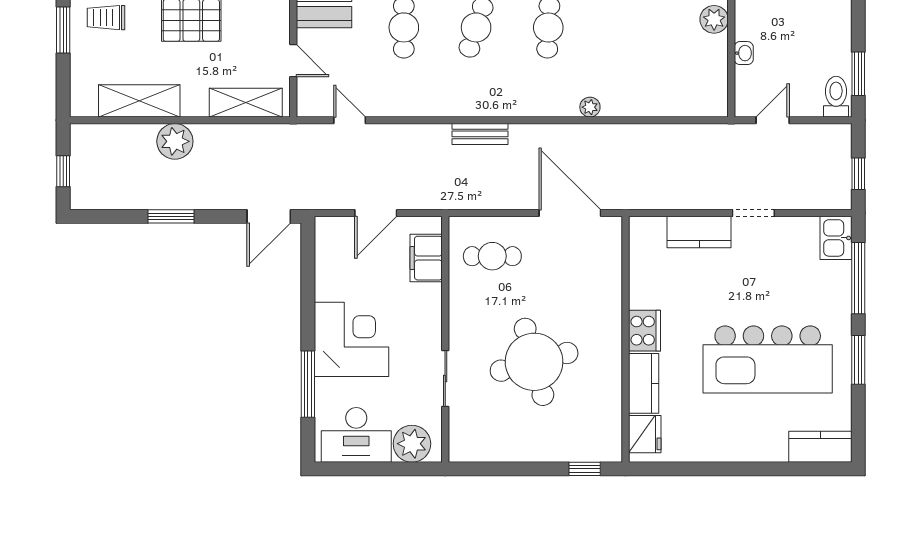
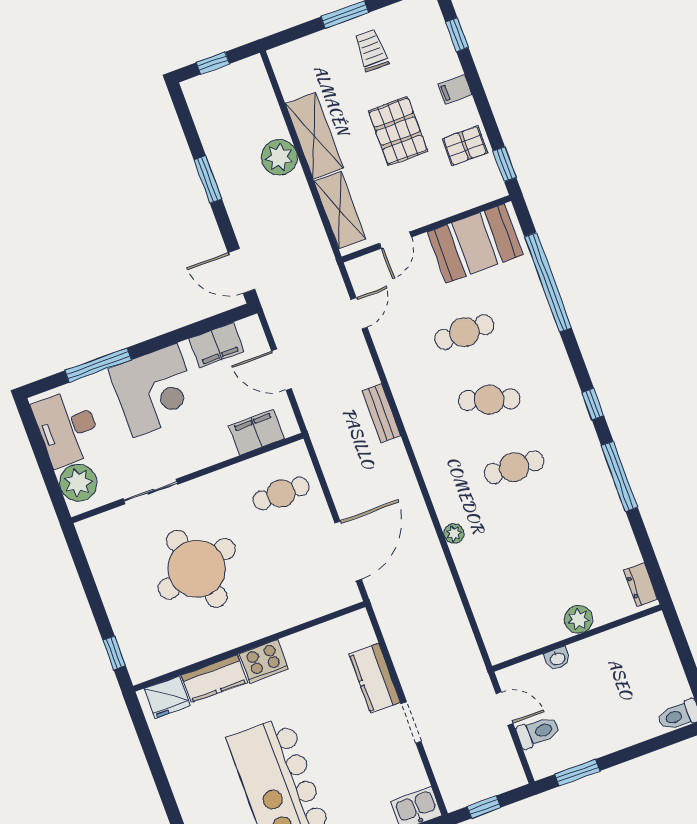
toilet: (836, 97) -> (538, 732), moved
shelving: (139, 101) -> (314, 136), moved
bench: (480, 134) -> (381, 413), moved
cafe table: (492, 256) -> (281, 493), turned 90
filing cabinet: (330, 266) -> (216, 345), added

